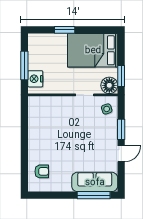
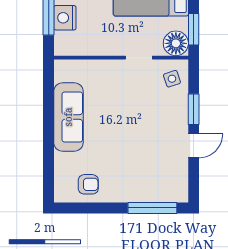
nightstand: (35, 79) -> (65, 18), moved
armchair: (42, 171) -> (88, 184), moved
sofa: (95, 182) -> (68, 117), moved, turned 90

